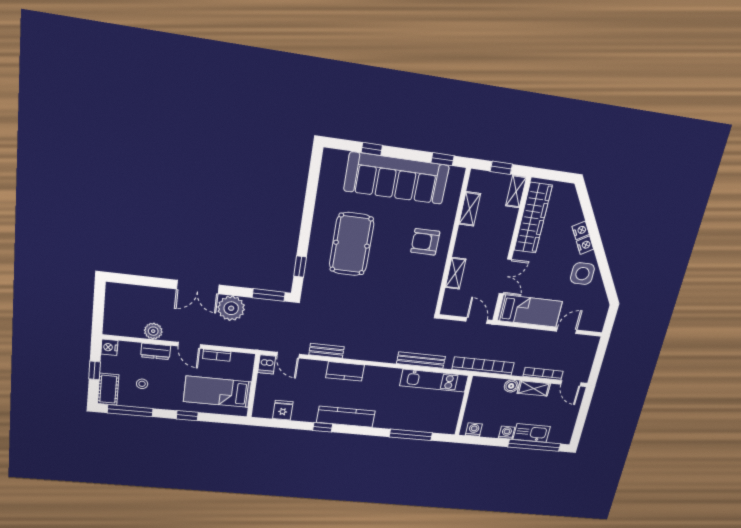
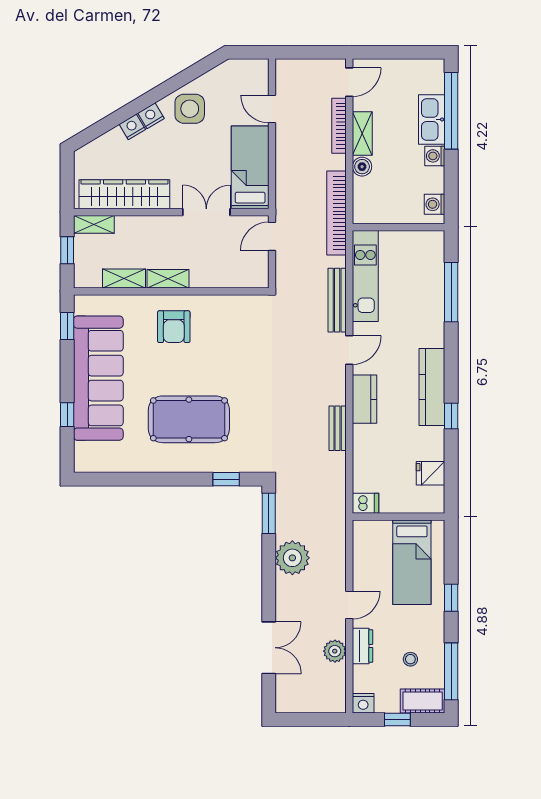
shelving: (456, 273) -> (168, 279), moved
double door: (198, 287) -> (269, 648), moved
bookcase: (217, 355) -> (359, 569), removed
door: (288, 355) -> (349, 350), moved

